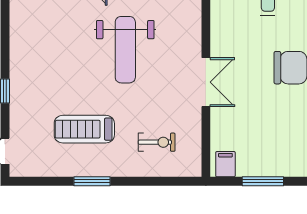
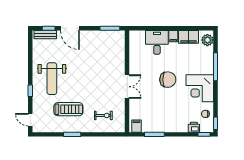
weight bench: (125, 50) -> (52, 79), moved
treadmill: (84, 129) -> (68, 109), turned 180

